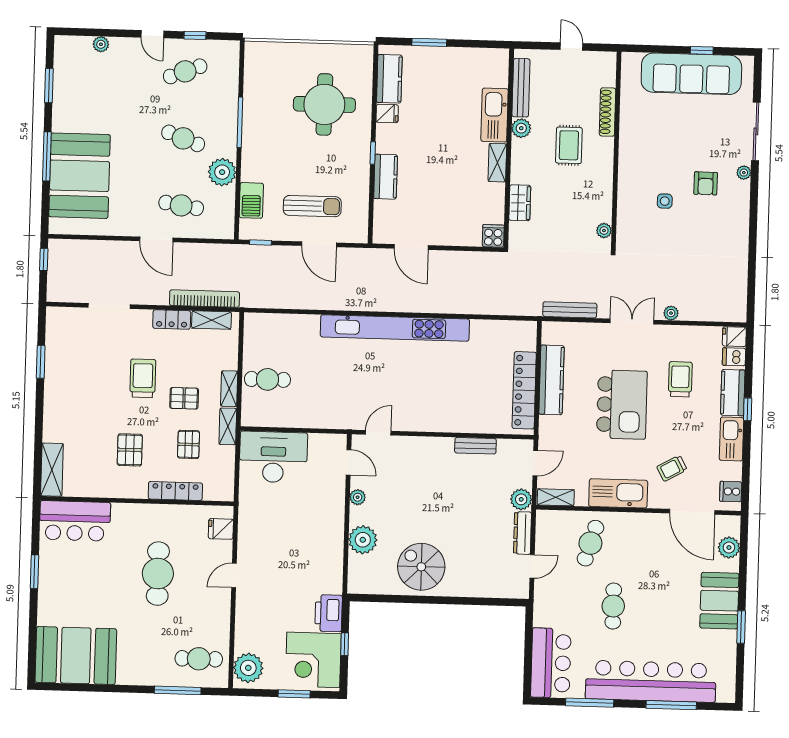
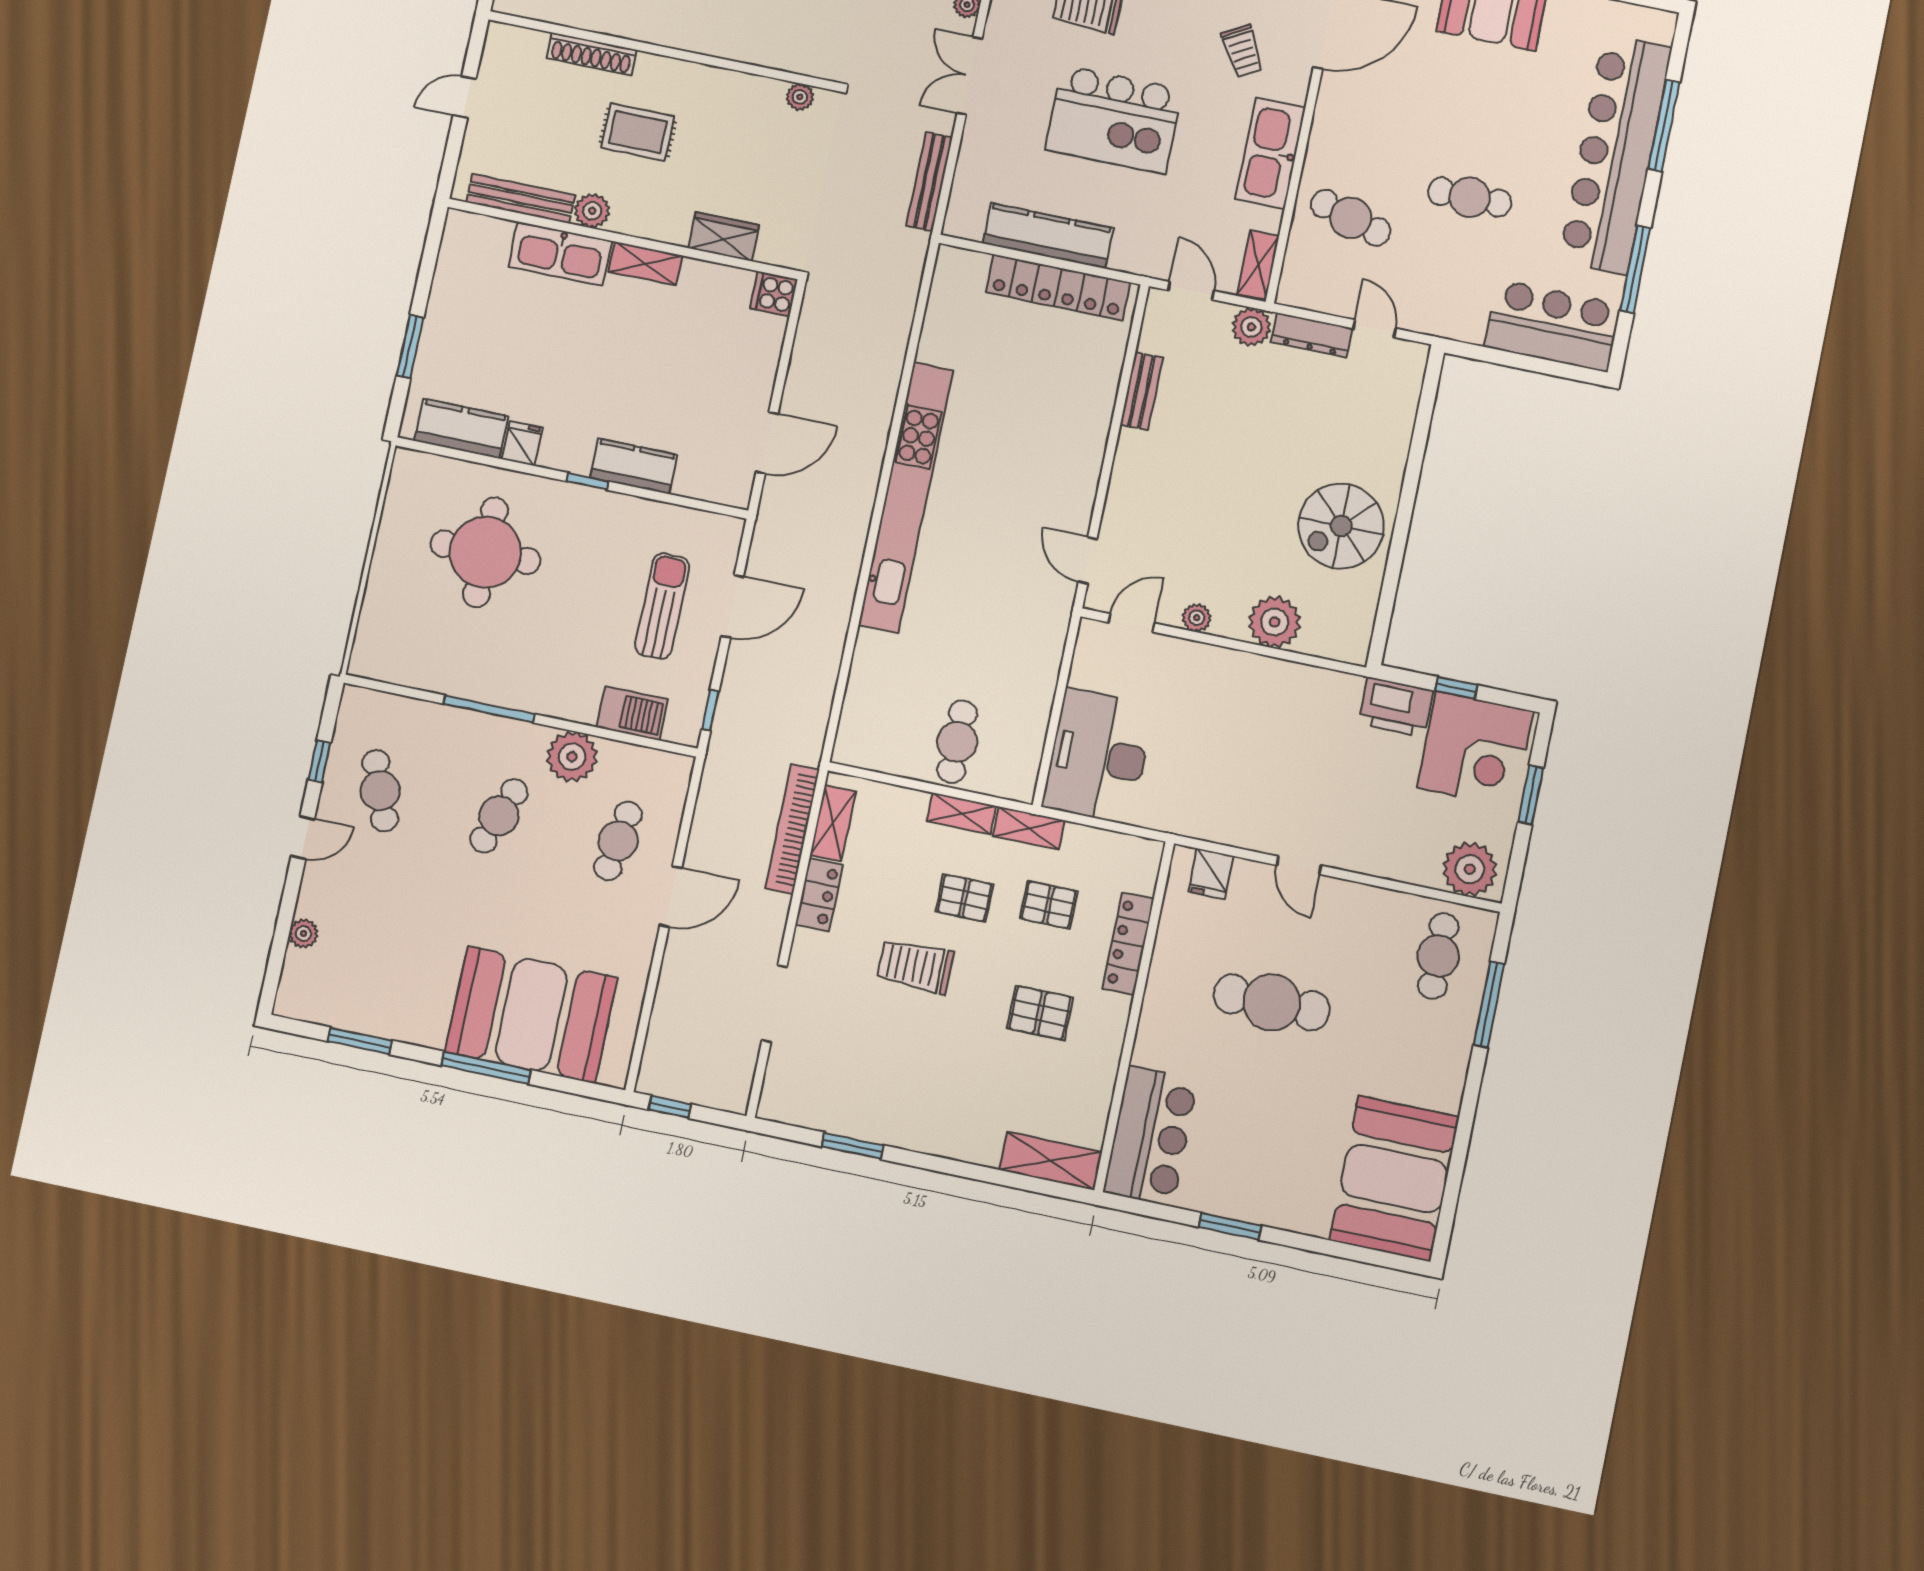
pallet: (184, 398) -> (964, 898), turned 90
kitchen island: (622, 405) -> (1114, 119), turned 180

